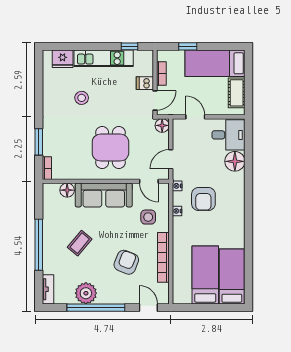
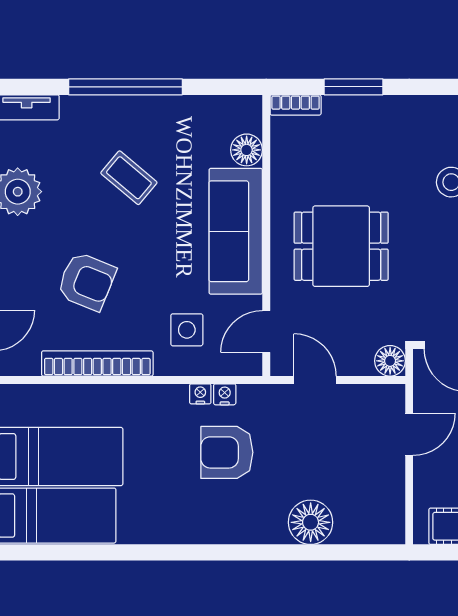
desk: (228, 135) -> (369, 508), removed
nightstand: (177, 186) -> (225, 394), moved

